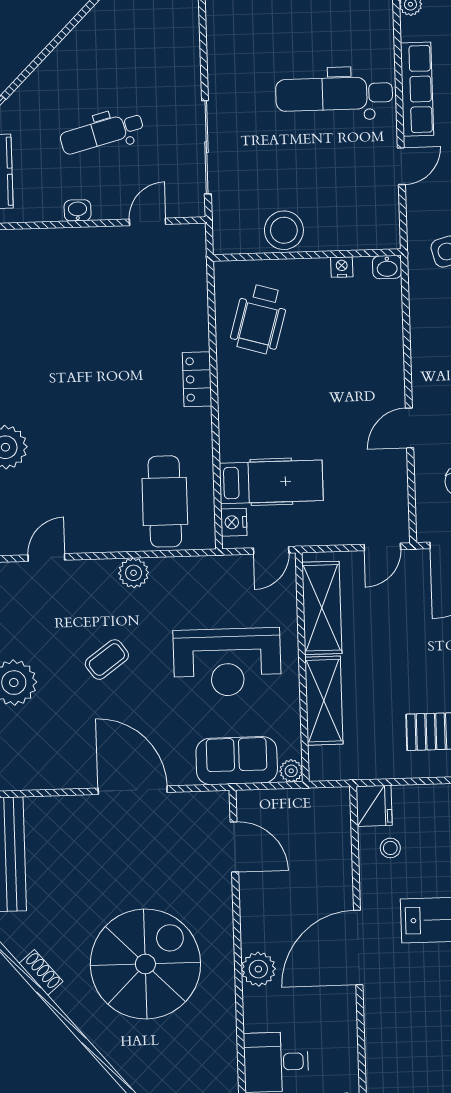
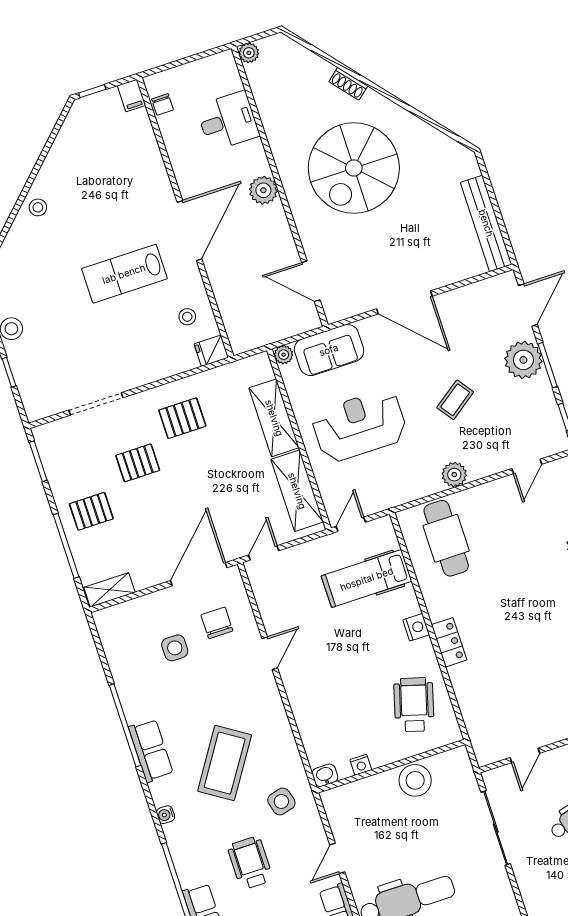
nightstand: (234, 522) -> (416, 627), moved
fridge: (374, 806) -> (211, 351), width x0.72
shoe rack: (41, 972) -> (348, 84), moved

